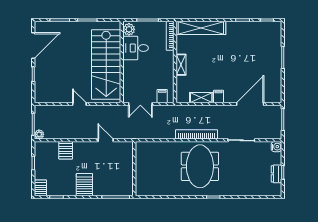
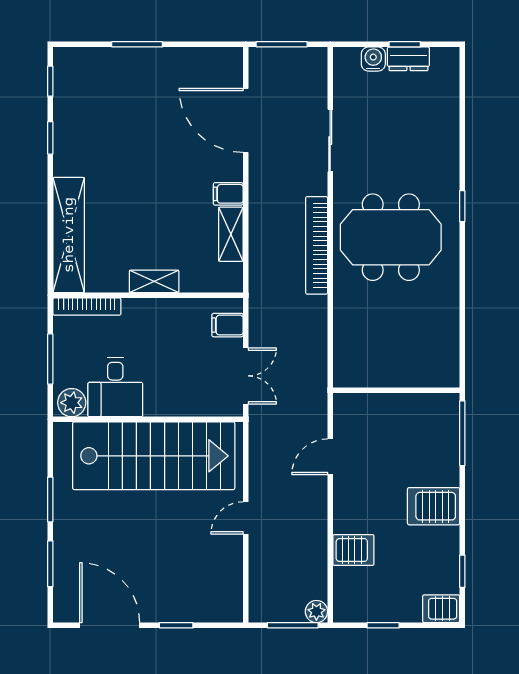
water cooler: (276, 147) -> (373, 59), moved

